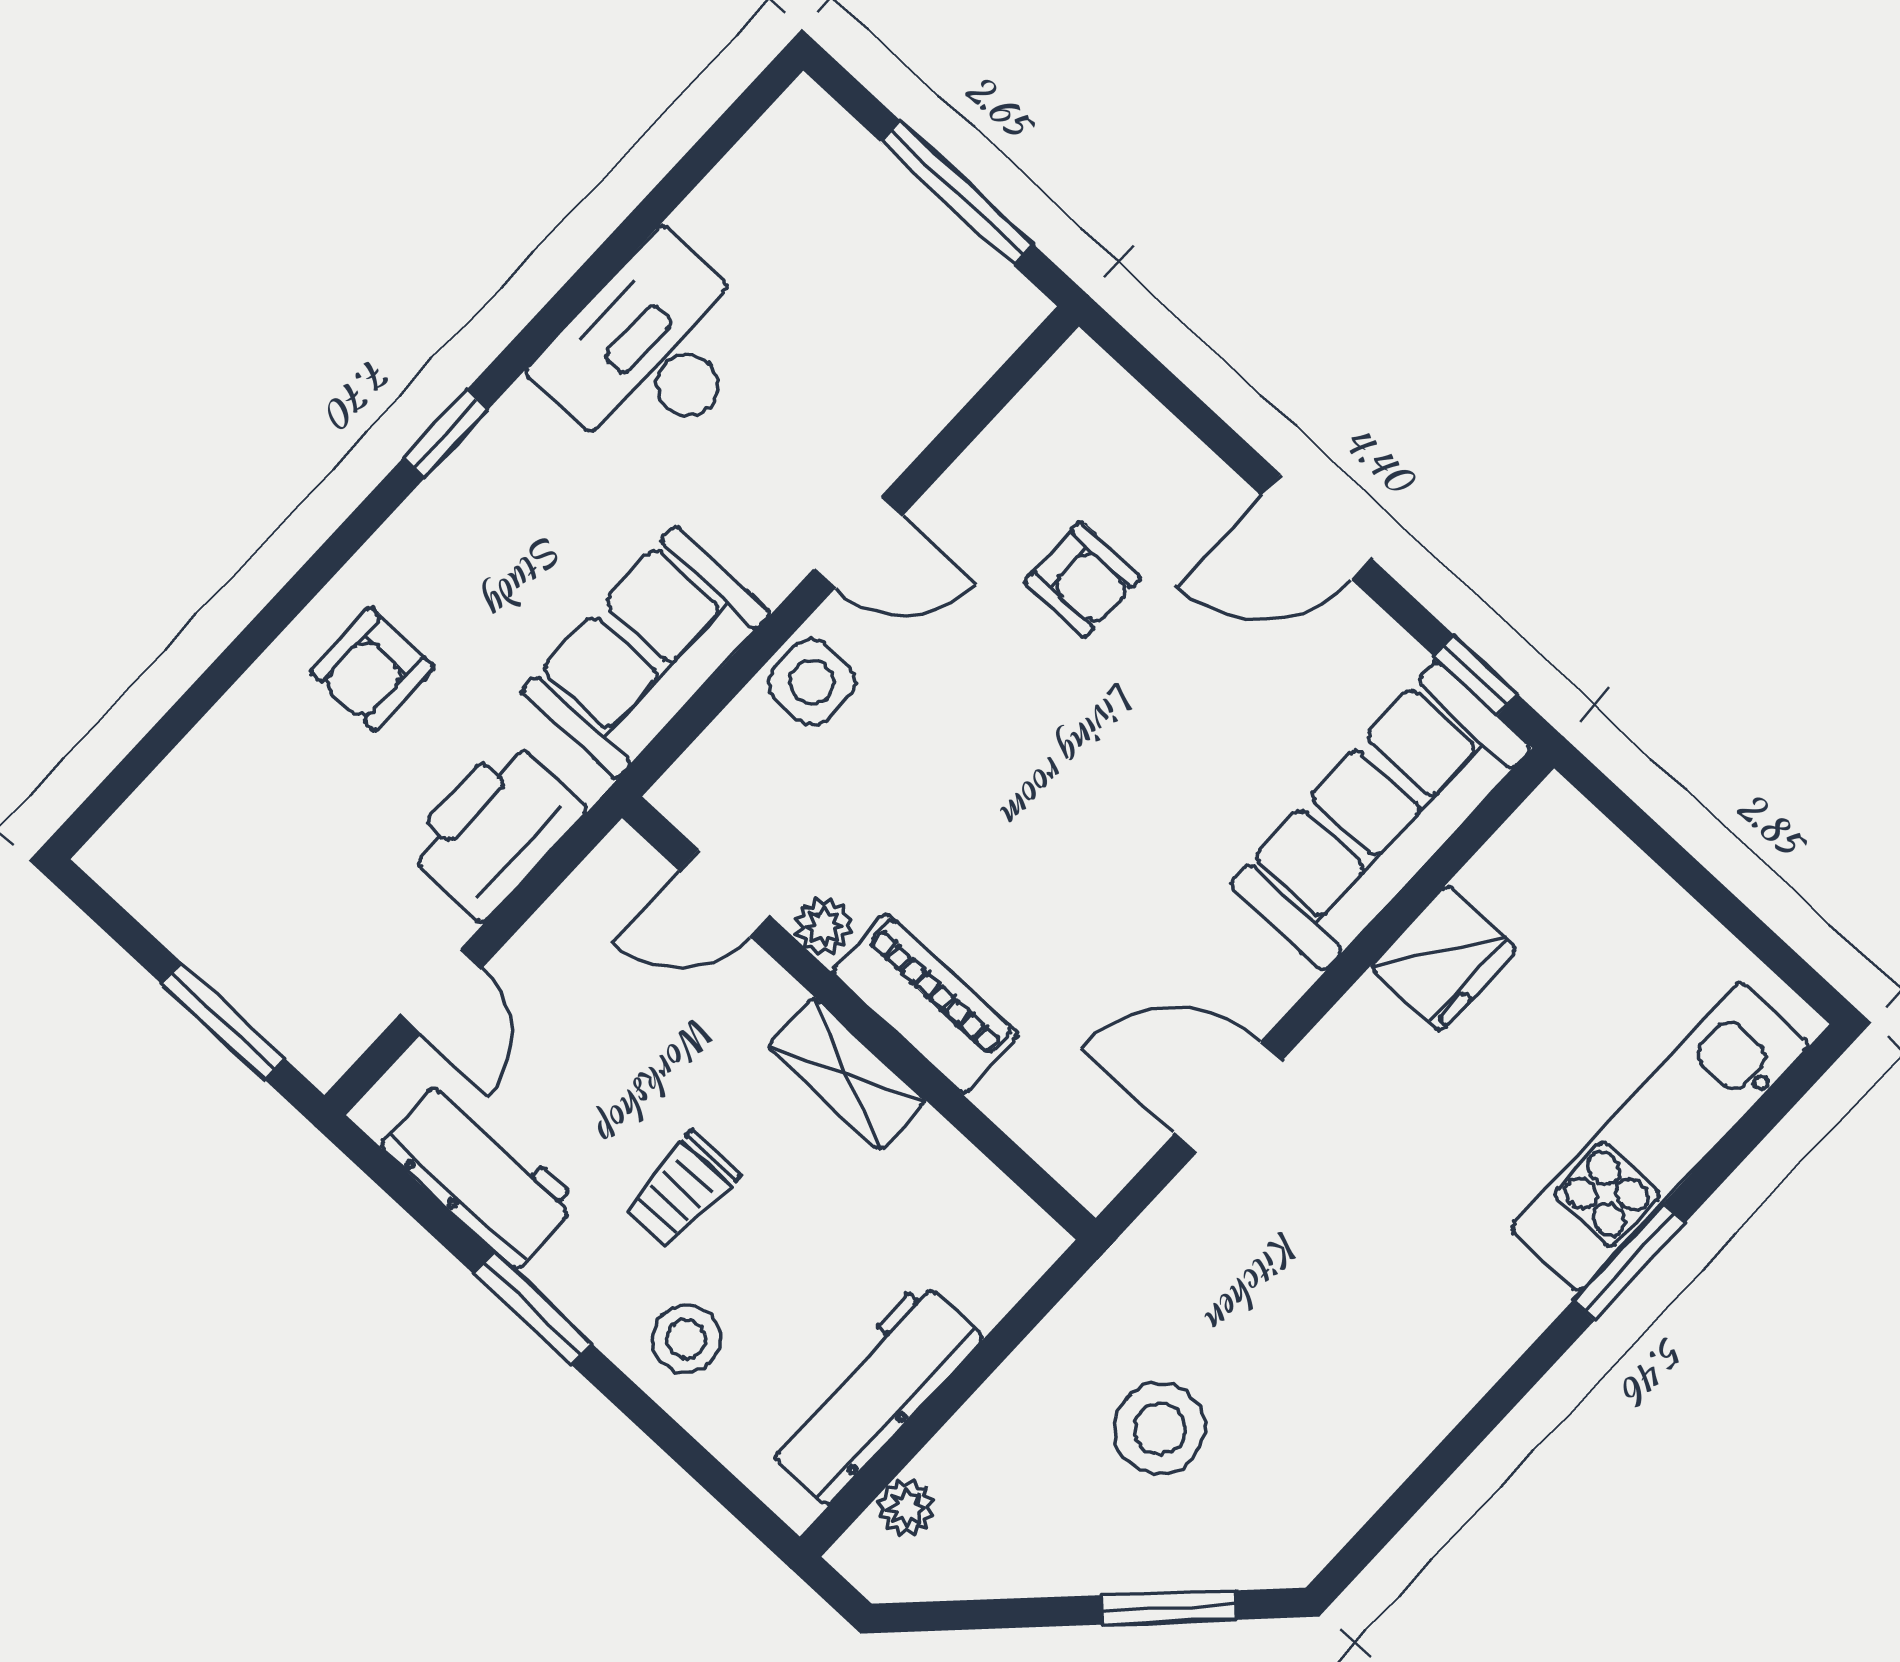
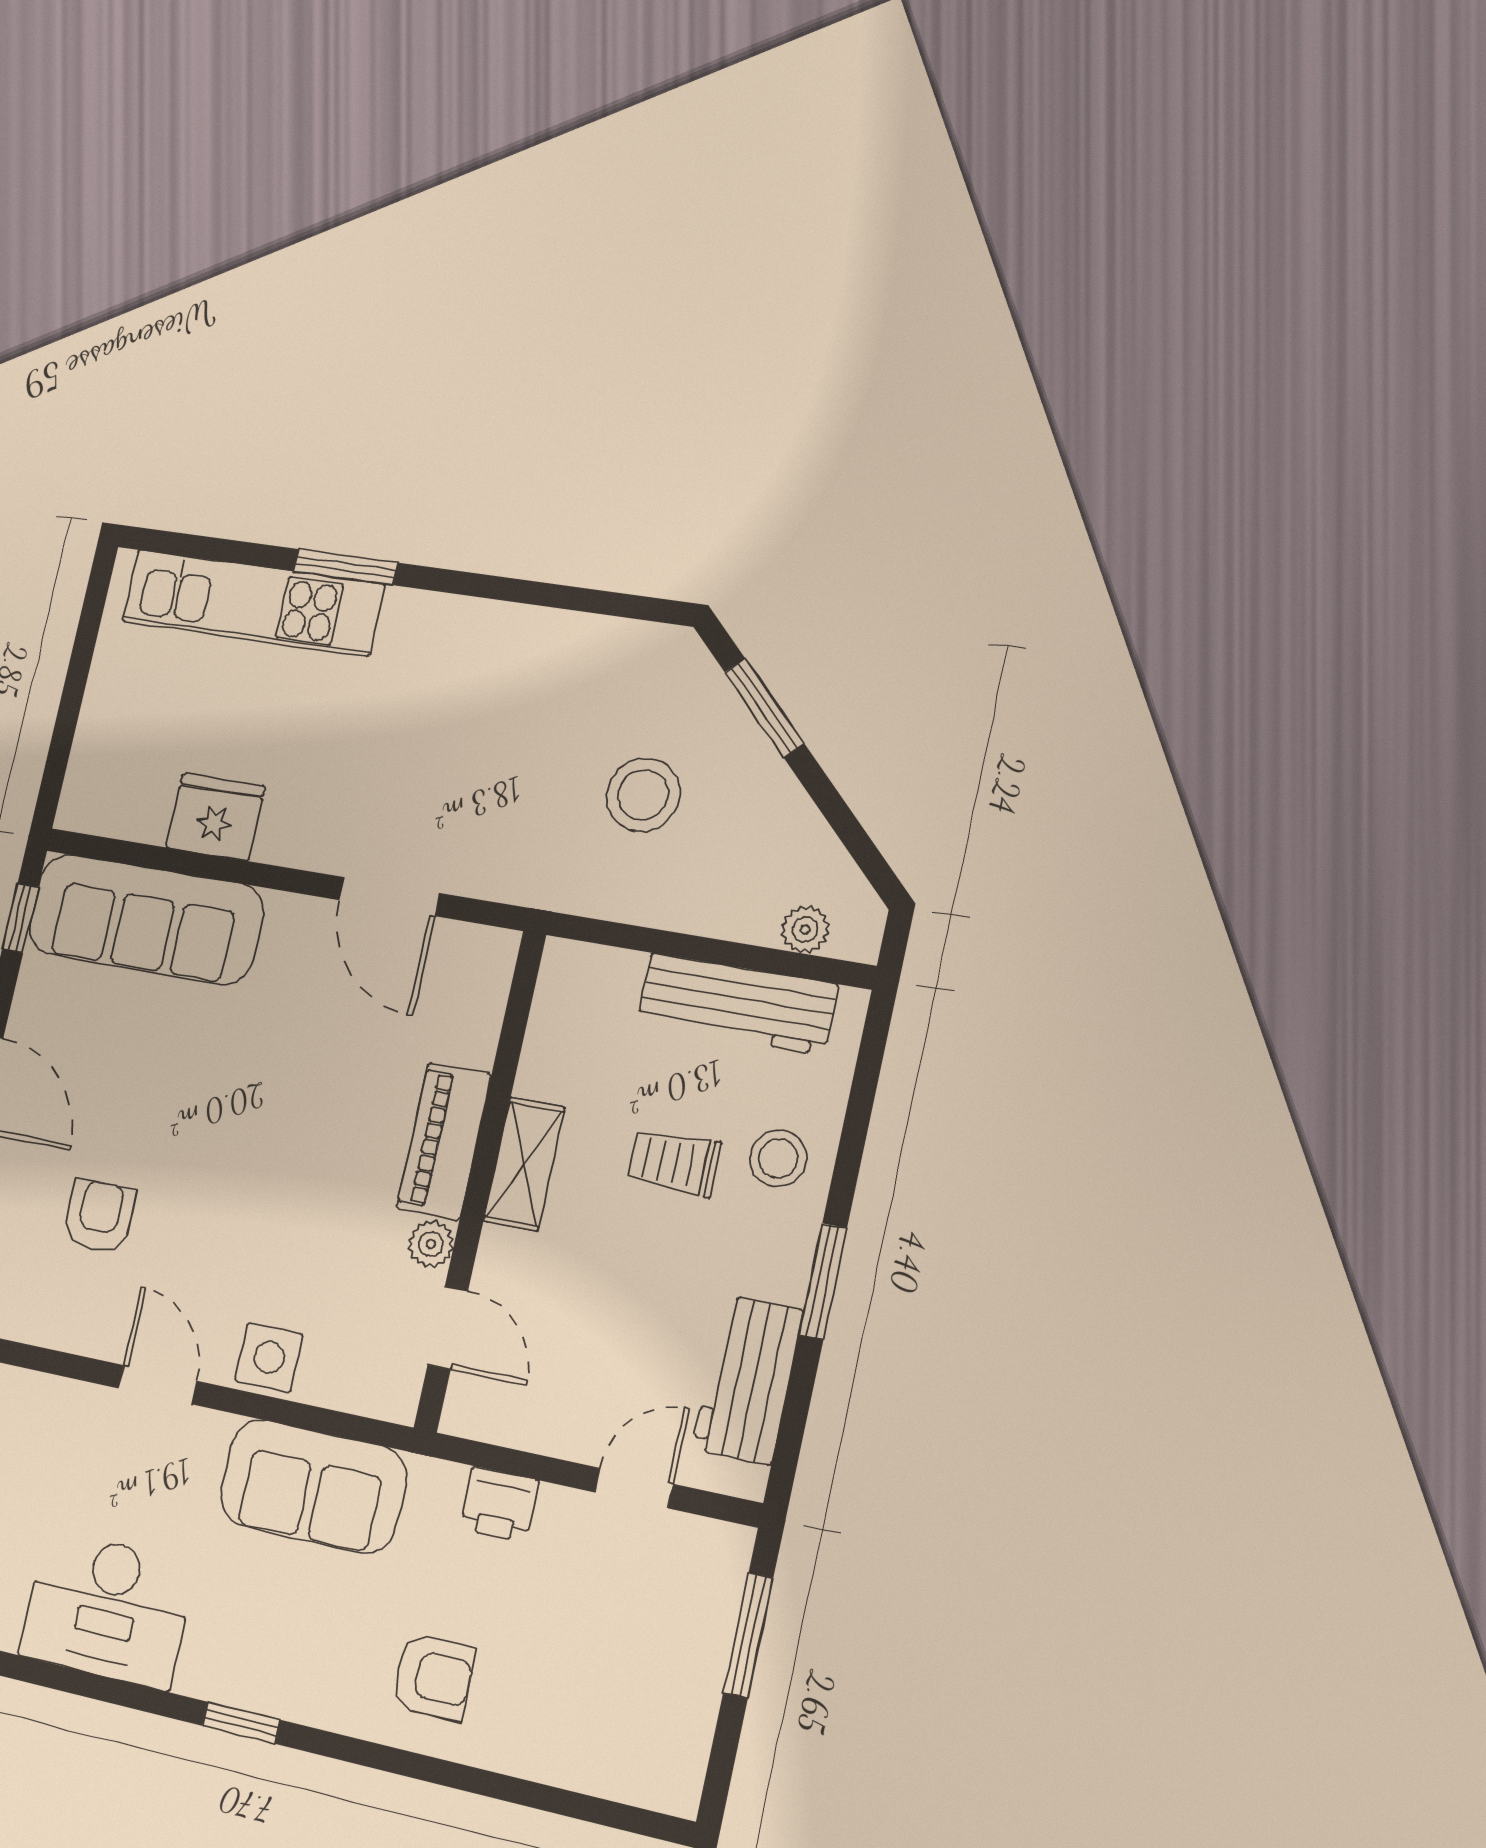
printer: (494, 829) -> (499, 1504), width x0.53, depth x0.68
trolley: (681, 1190) -> (674, 1163), moved, turned 180

